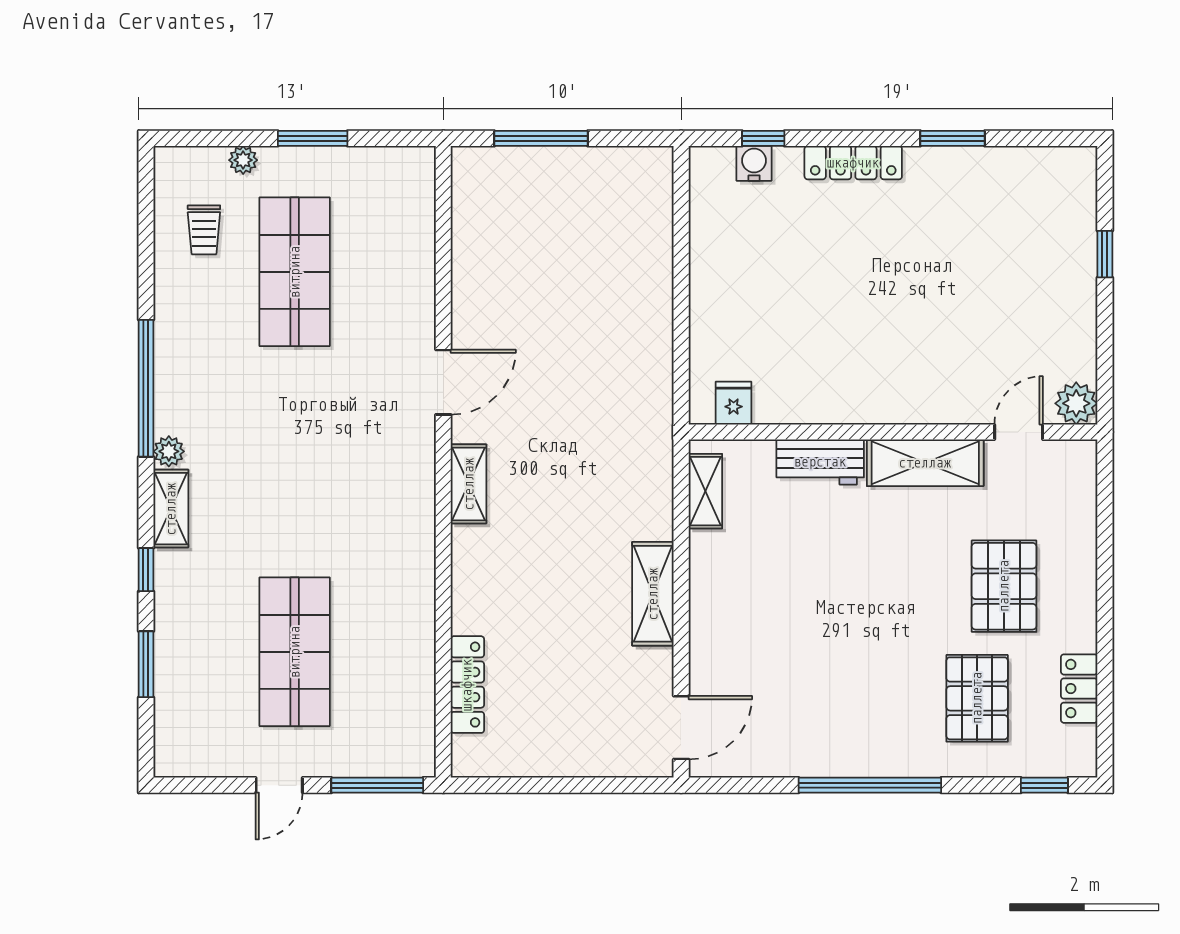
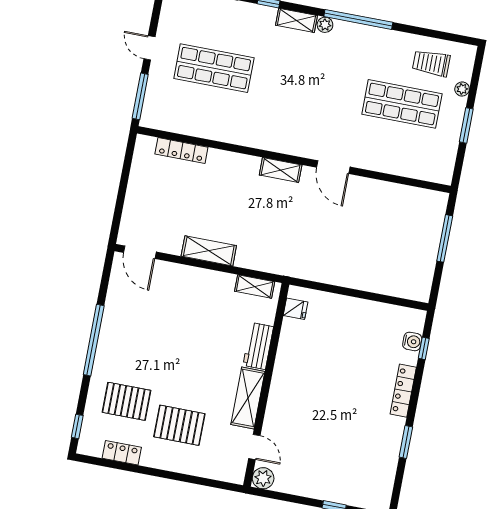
trolley: (204, 230) -> (431, 63), width x1.36, depth x1.39

